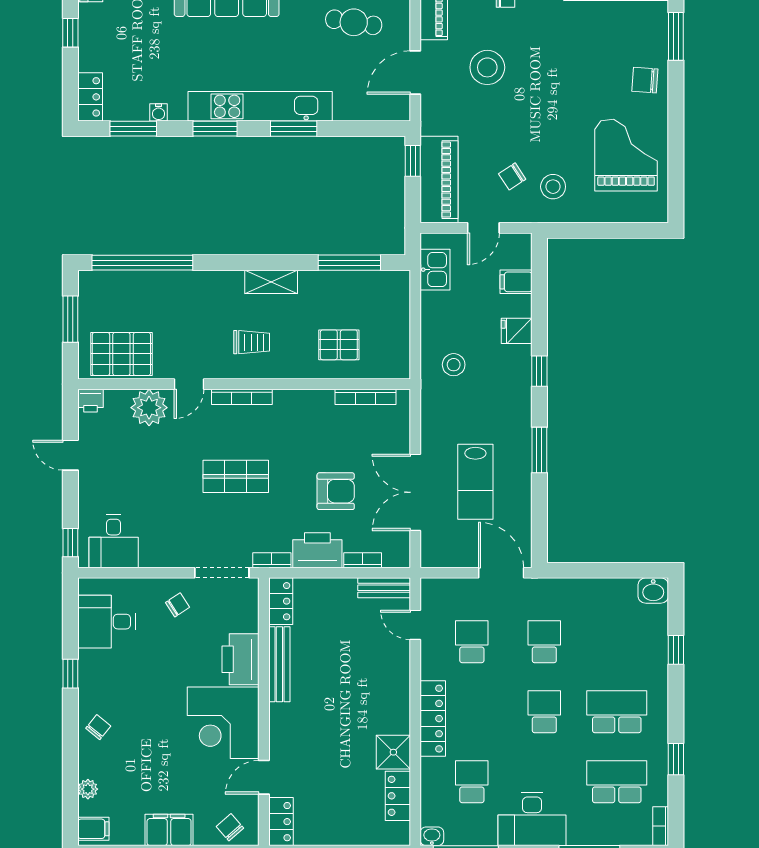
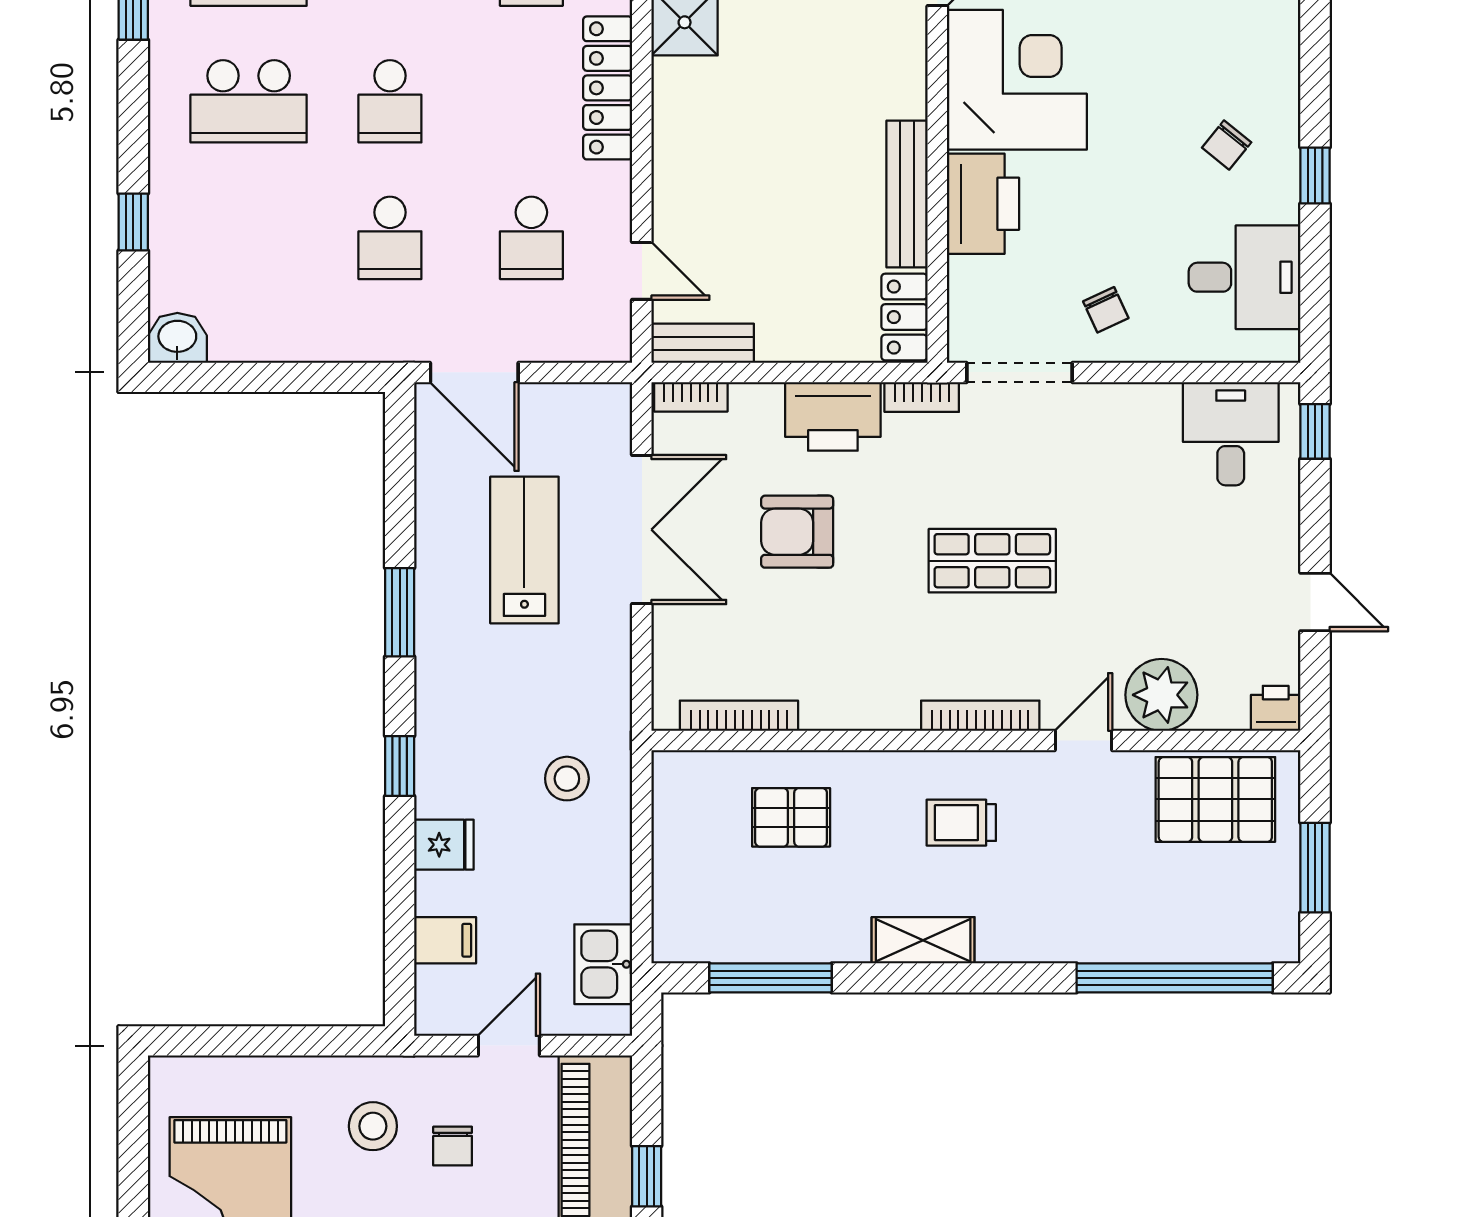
chair: (512, 176) -> (453, 1146), turned 123
bookcase: (363, 560) -> (691, 397), moved
chair: (178, 605) -> (1106, 310), turned -82
chair: (98, 727) -> (1227, 145), moved

